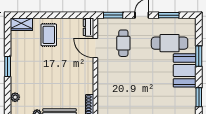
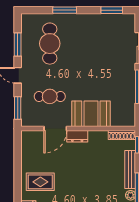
dresser: (89, 27) -> (77, 136), moved
booth: (185, 70) -> (91, 114), moved

